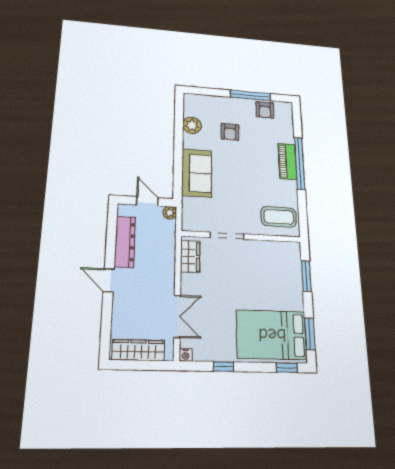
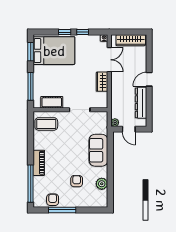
window: (300, 163) -> (31, 184), moved
cot: (272, 250) -> (52, 102), added
wardrobe: (190, 257) -> (102, 82), moved
window: (306, 276) -> (31, 86), width x1.44
door: (109, 280) -> (149, 79), swing flipped
double door: (177, 316) -> (109, 60), swing flipped
window: (287, 368) -> (65, 32), moved

